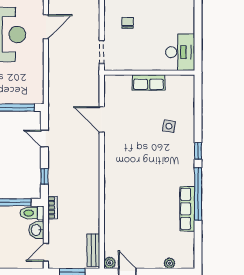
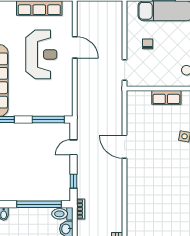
door: (46, 27) -> (75, 47), hinge flipped
door: (102, 119) -> (125, 147), moved
door: (44, 139) -> (73, 147), hinge flipped

